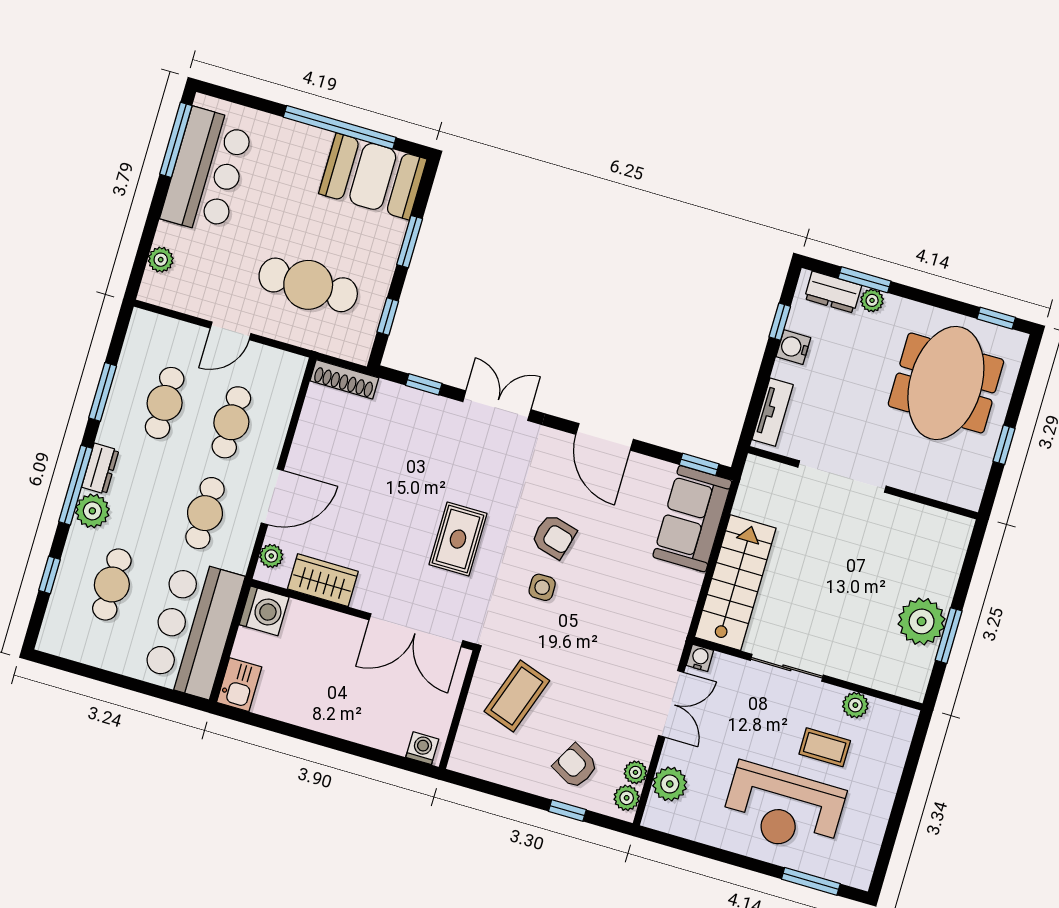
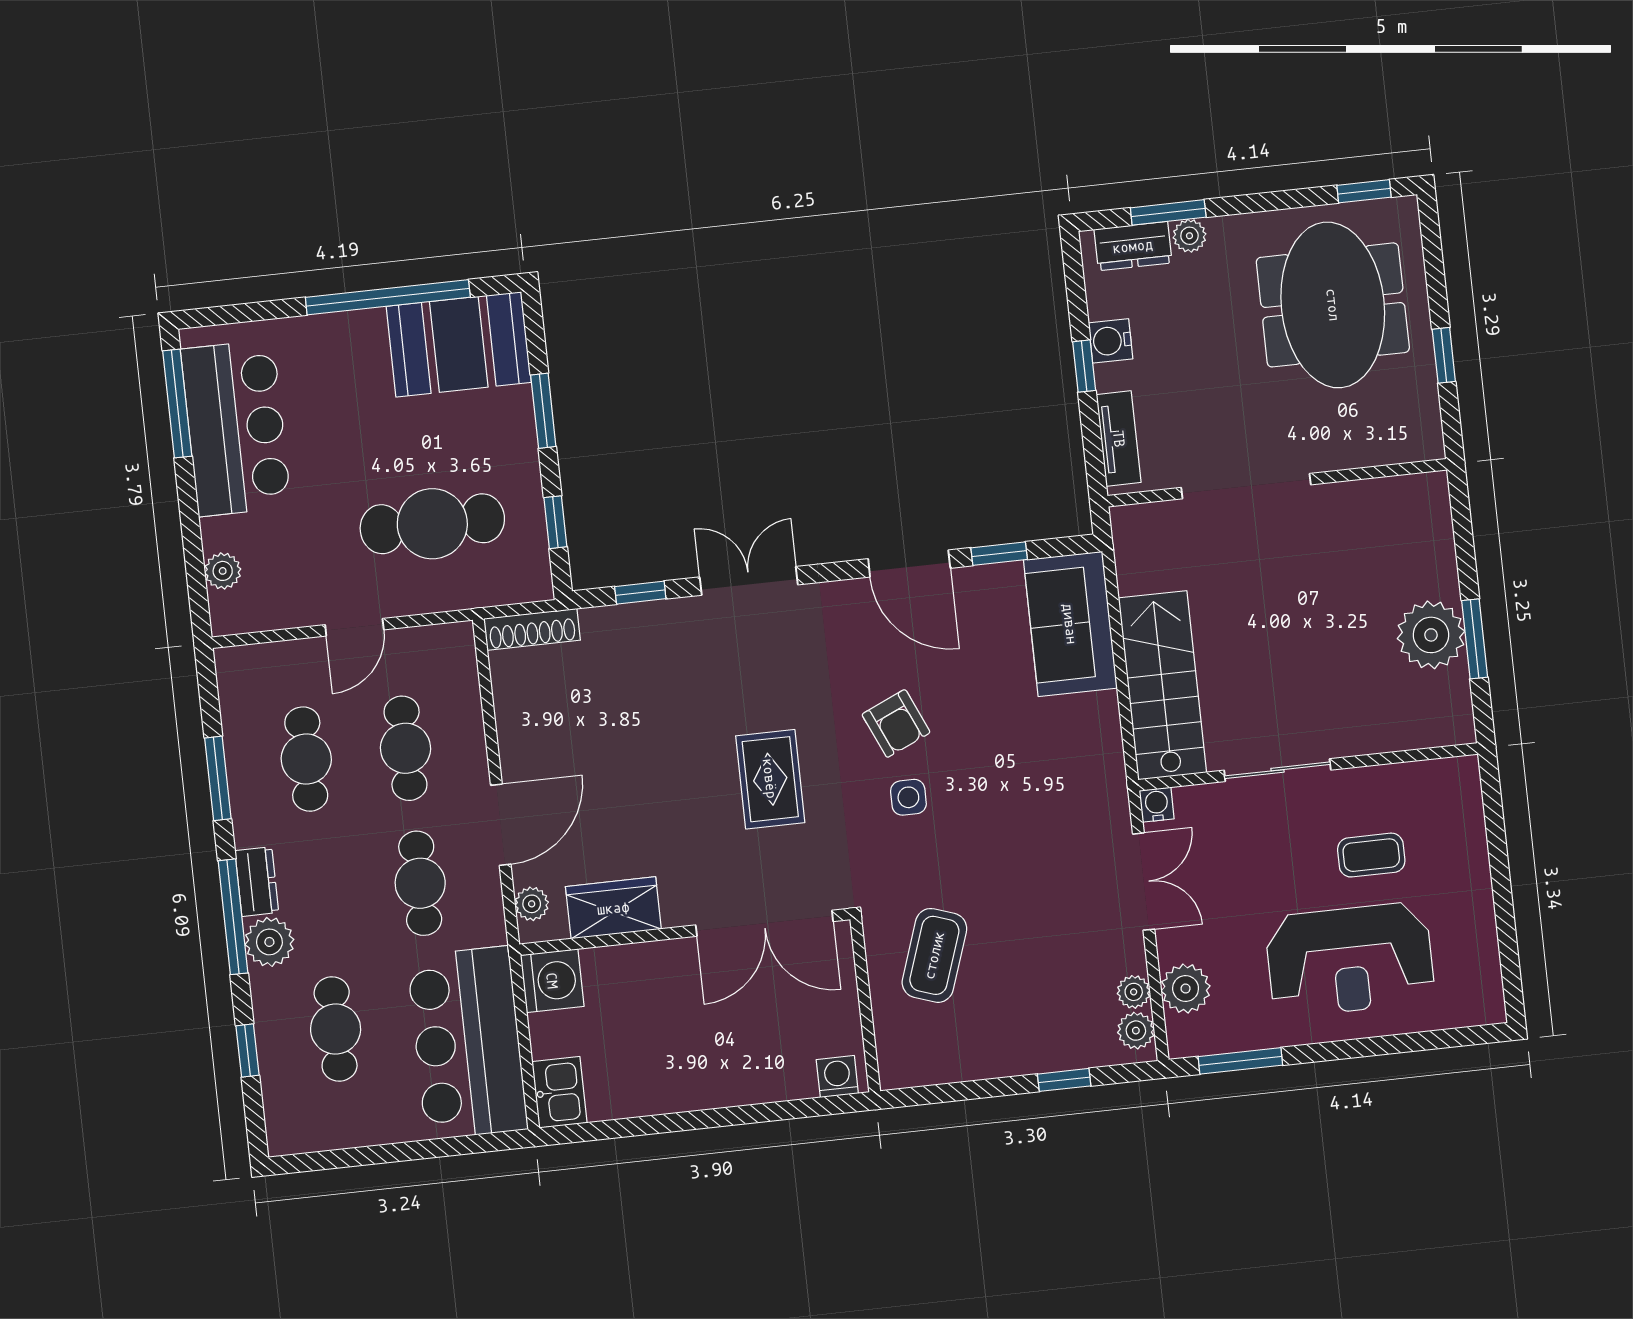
window: (780, 322) -> (1084, 366), moved
window: (699, 464) -> (999, 554), moved
armchair: (554, 536) -> (896, 723), turned 51
plant: (855, 705) -> (1389, 782), removed
armchair: (575, 766) -> (1050, 1017), removed
window: (811, 881) -> (1240, 1061), moved

